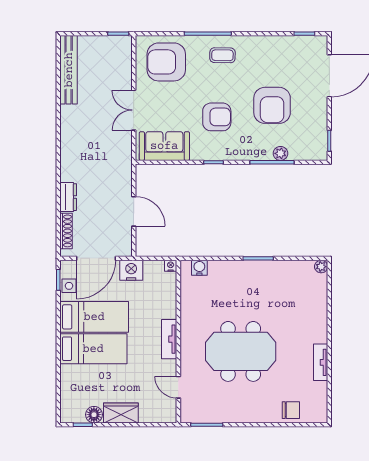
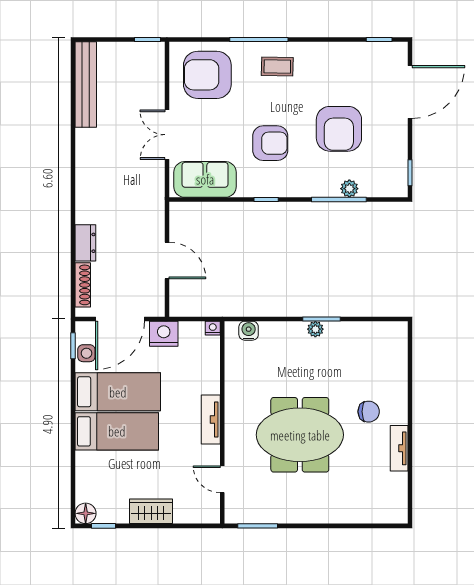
plant: (321, 267) -> (315, 329), moved
chair: (291, 410) -> (369, 412), moved
floor lamp: (94, 415) -> (86, 513), moved

